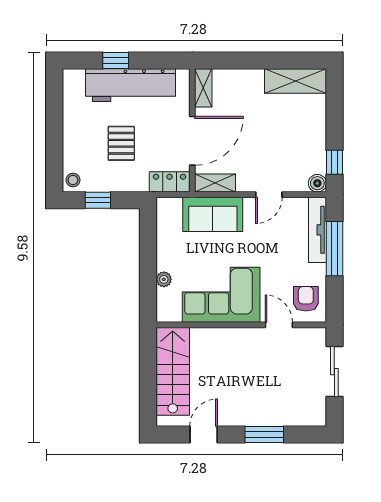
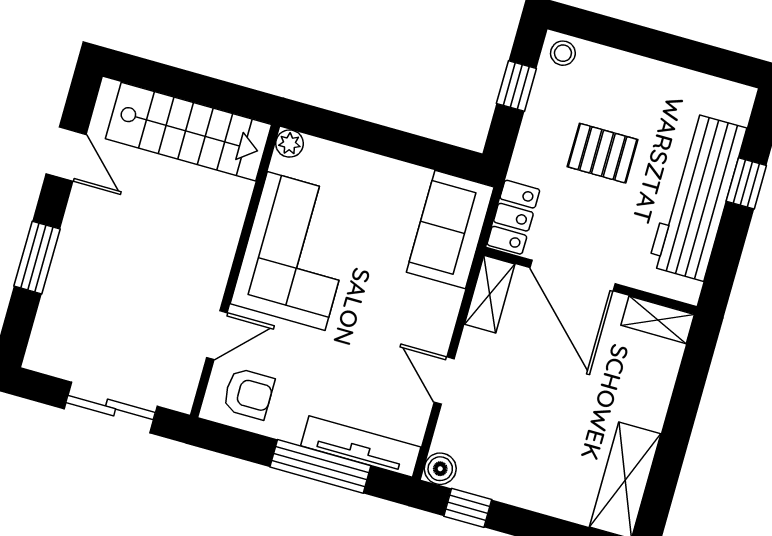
sofa: (213, 214) -> (450, 230), moved
plant: (164, 279) -> (290, 144), moved

